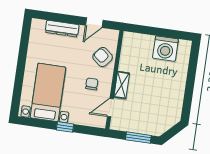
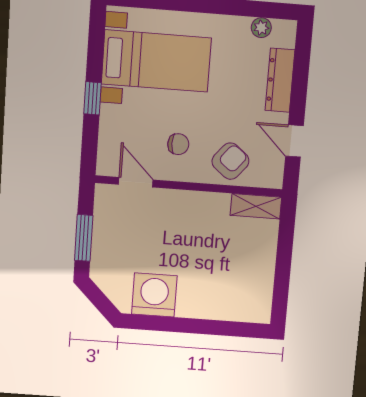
plant: (34, 37) -> (261, 28), added
washing machine: (165, 49) -> (154, 295), moved, turned 90
shelving: (122, 85) -> (256, 206), moved

